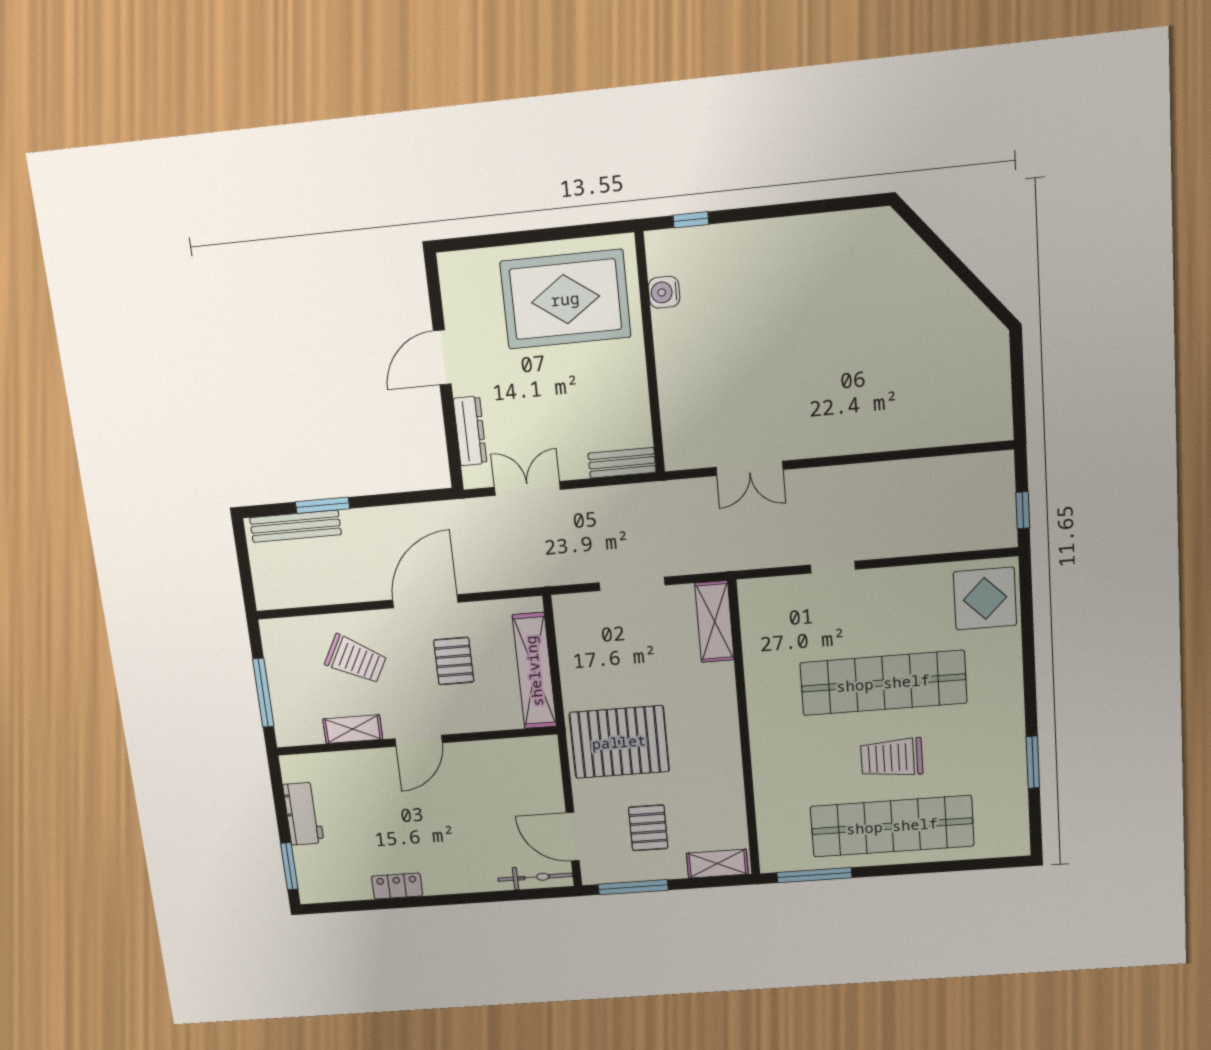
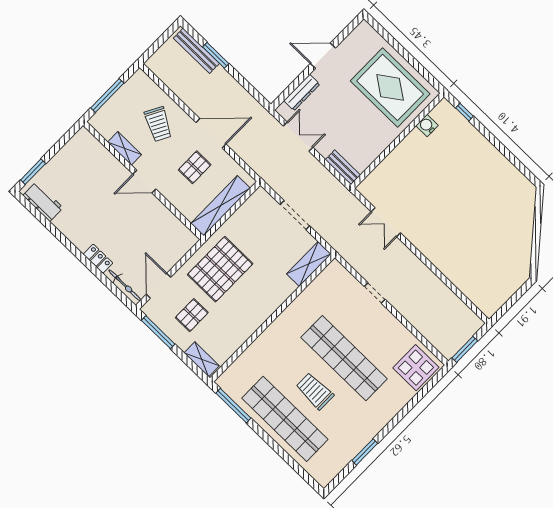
window: (1023, 510) -> (465, 349), width x1.50
pallet: (619, 742) -> (220, 269), turned 90
workbench: (303, 814) -> (43, 202), moved, turned -90
locker: (397, 886) -> (98, 259), moved

